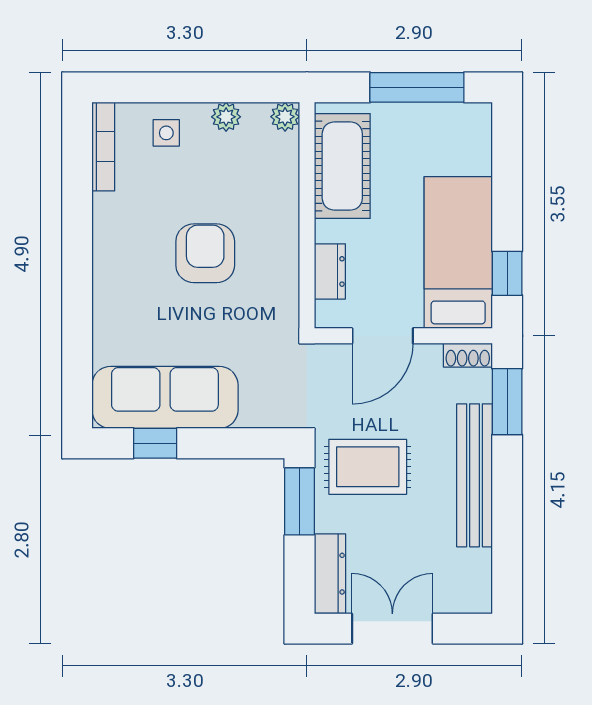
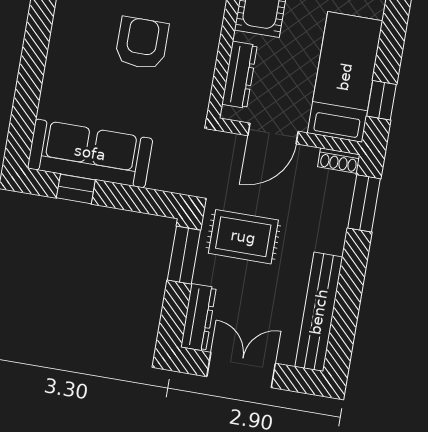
dresser: (330, 271) -> (239, 75), width x1.44
bench: (475, 475) -> (319, 312), moved

